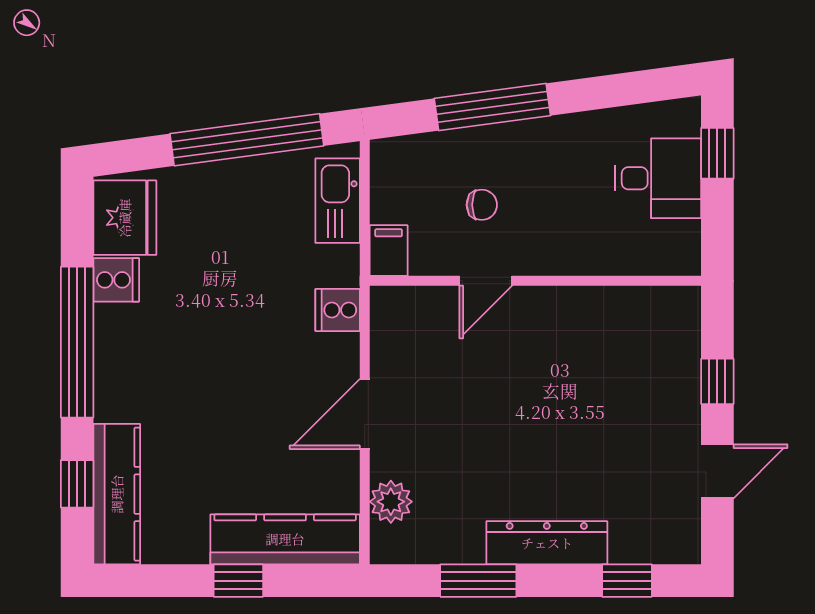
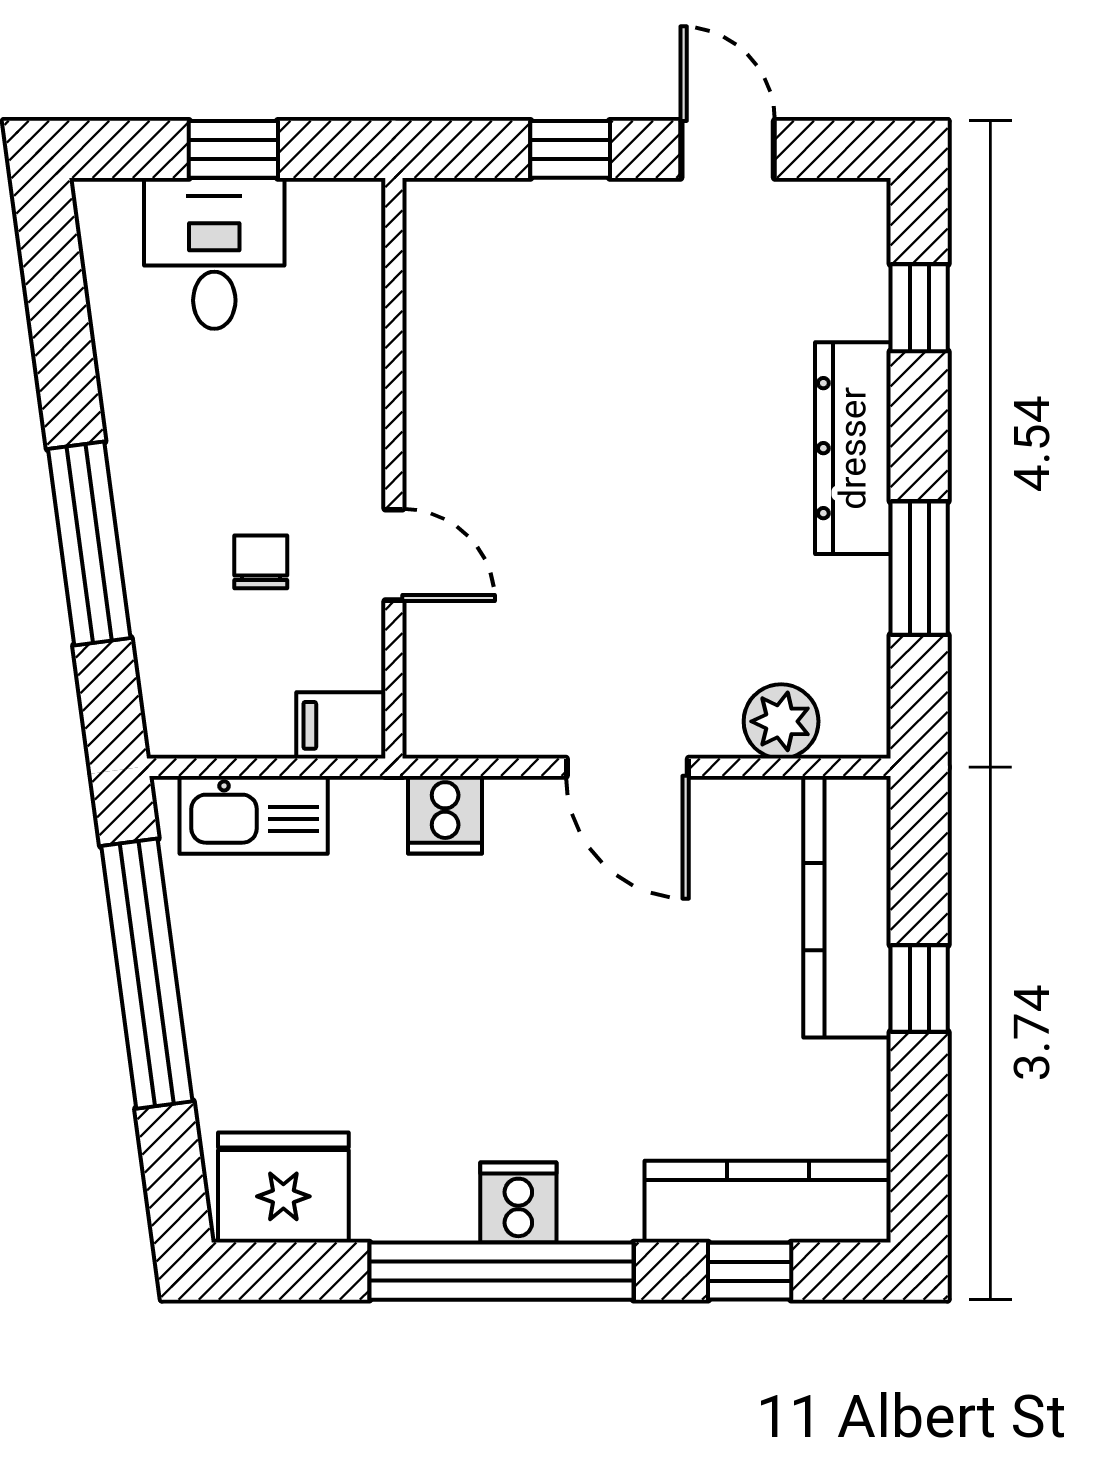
window: (717, 153) -> (233, 149), moved
cooker: (116, 280) -> (518, 1203), moved

